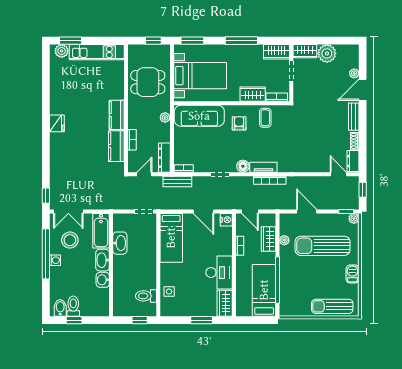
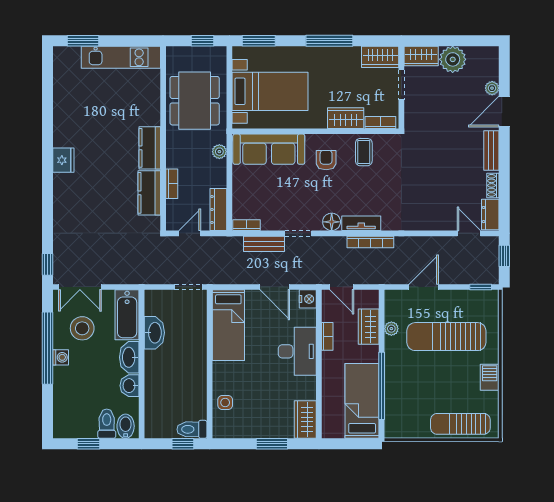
plant: (62, 51) -> (70, 56), removed
dining table: (148, 82) -> (195, 101), width x1.37
bench: (177, 181) -> (264, 244), moved
door: (307, 211) -> (424, 287), hinge flipped
plant: (354, 218) -> (491, 297), removed
desk: (219, 273) -> (297, 351), moved
toilet: (146, 296) -> (192, 429), moved
toilet: (73, 306) -> (107, 424), moved
bidet: (60, 308) -> (126, 426), moved

